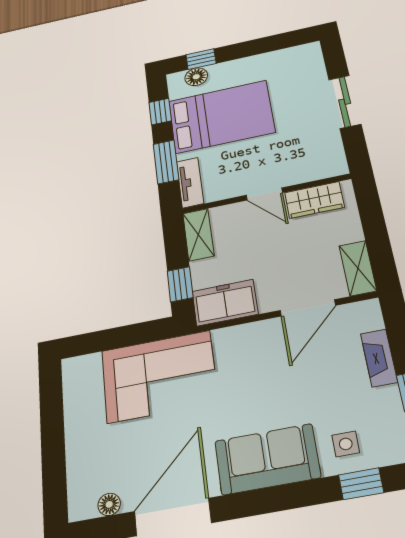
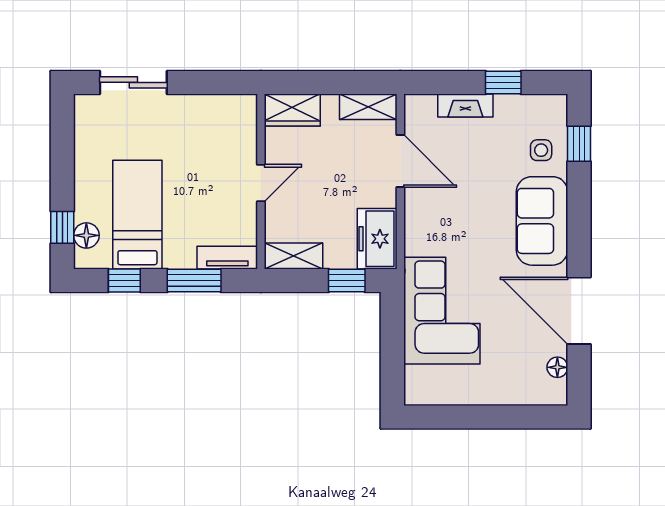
sliding door: (345, 102) -> (133, 82), moved
bed: (221, 117) -> (137, 215), width x0.67
wardrobe: (314, 200) -> (292, 110), moved, turned 90

